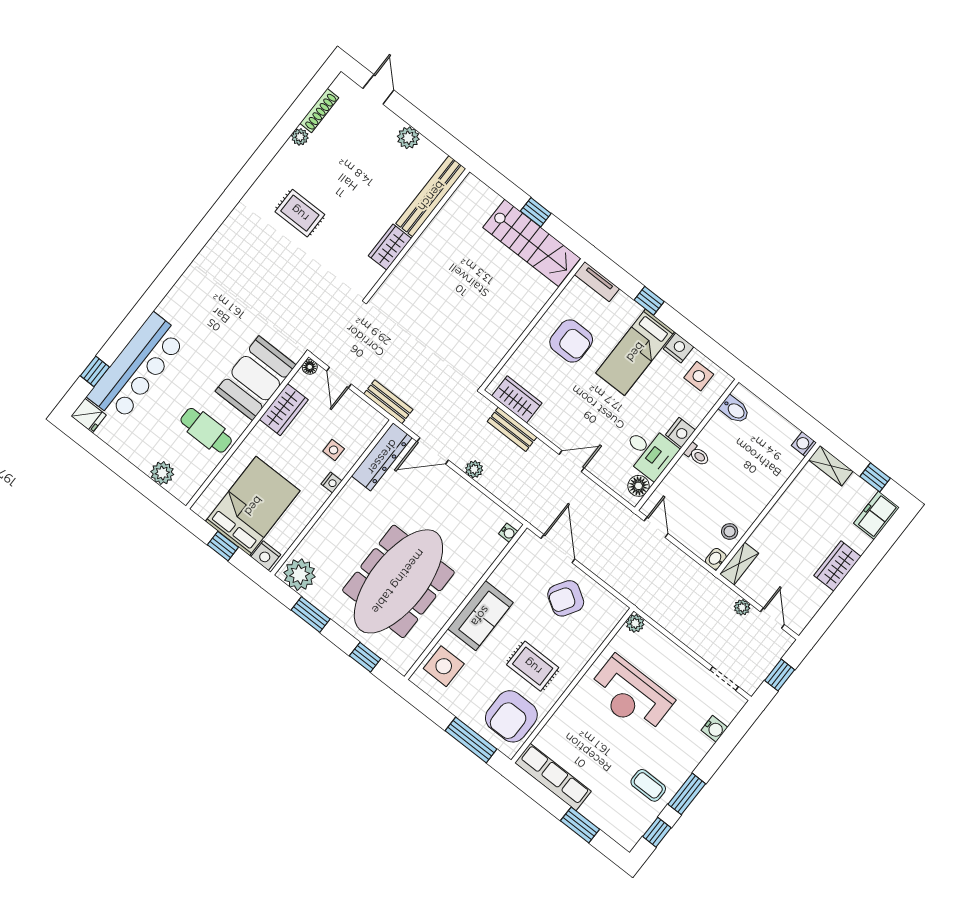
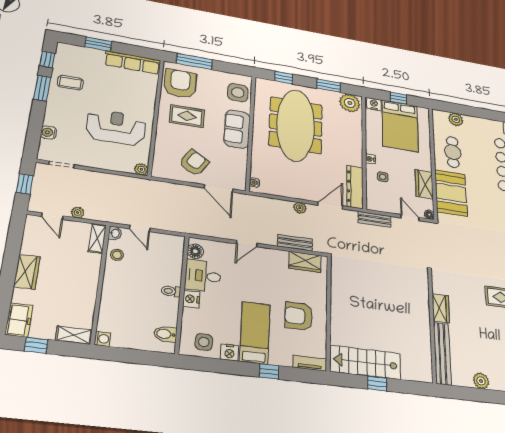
cafe table: (206, 430) -> (453, 152), turned 90
door: (656, 527) -> (140, 228), moved

